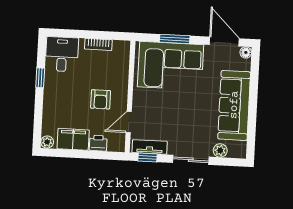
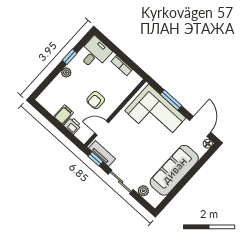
filing cabinet: (73, 139) -> (64, 115), width x0.50
plant: (47, 142) -> (66, 73), moved

